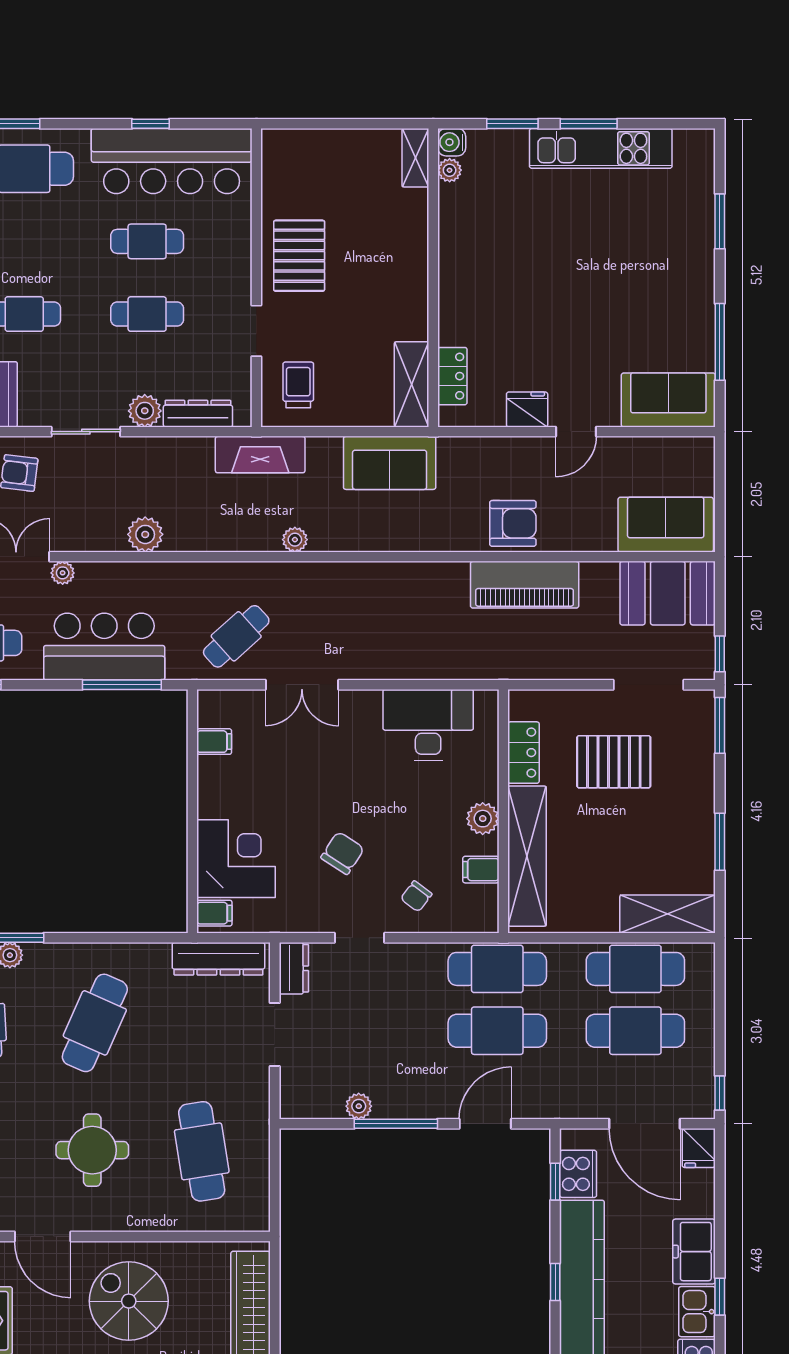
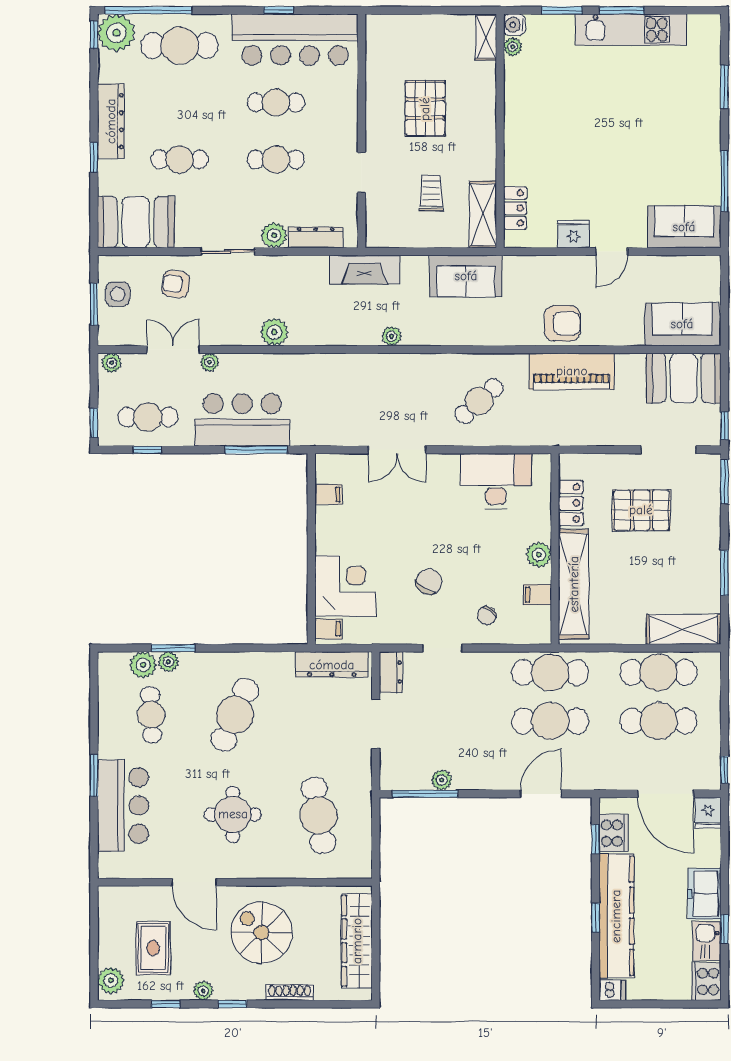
pallet: (299, 256) -> (425, 109), moved
trolley: (298, 385) -> (431, 193), moved
cafe table: (236, 636) -> (479, 401), moved
window: (396, 1124) -> (425, 794), moved

